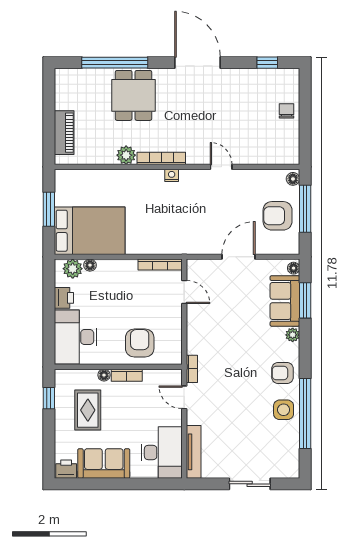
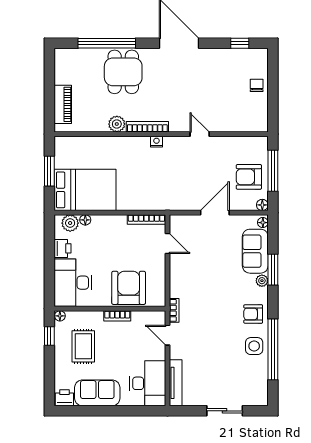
floor lamp: (293, 179) -> (262, 205), moved
window: (305, 300) -> (273, 270), moved
armchair: (140, 343) -> (129, 288), width x1.36, depth x1.36
floor lamp: (104, 375) -> (60, 316), moved

